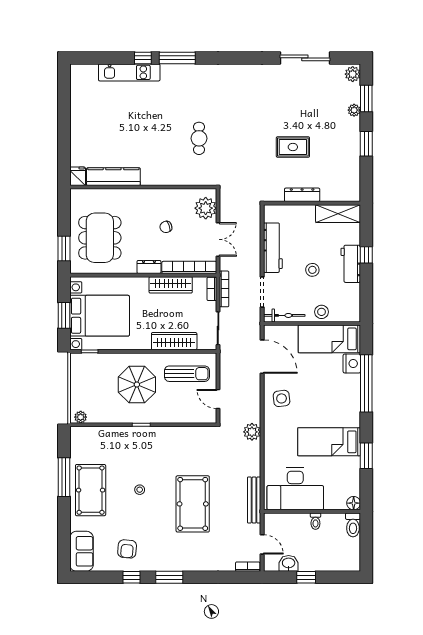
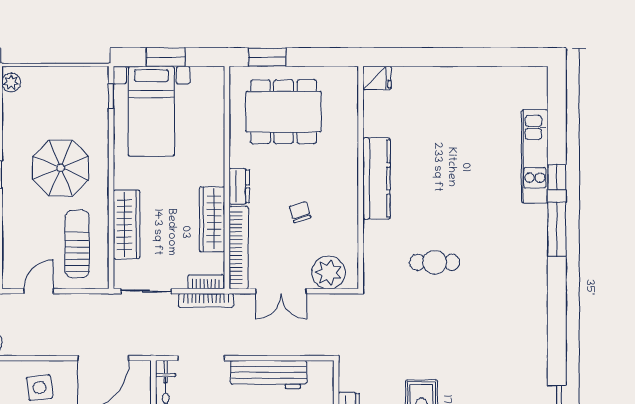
kitchen counter: (113, 177) -> (376, 179), moved
bed with nightstands: (100, 316) -> (151, 111), width x0.73
sun lounger: (187, 374) -> (77, 244), turned 180

